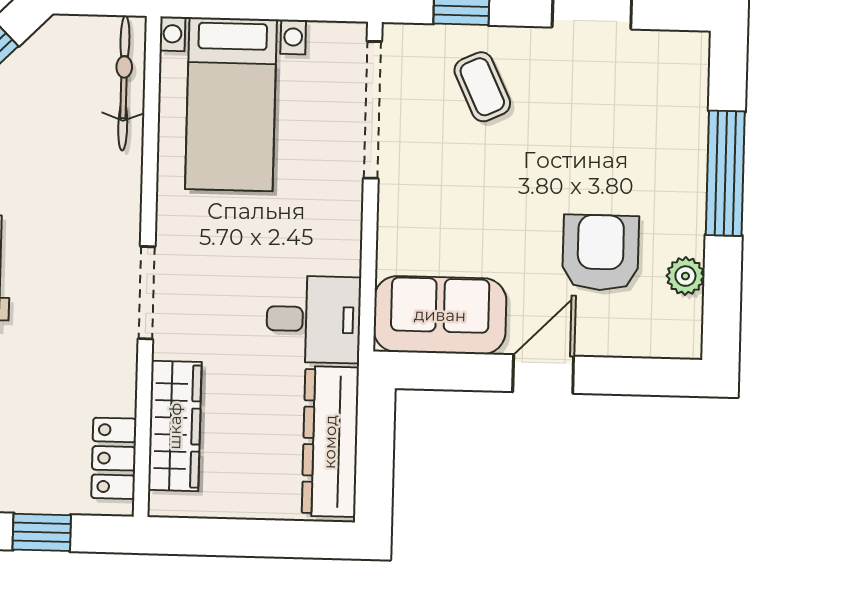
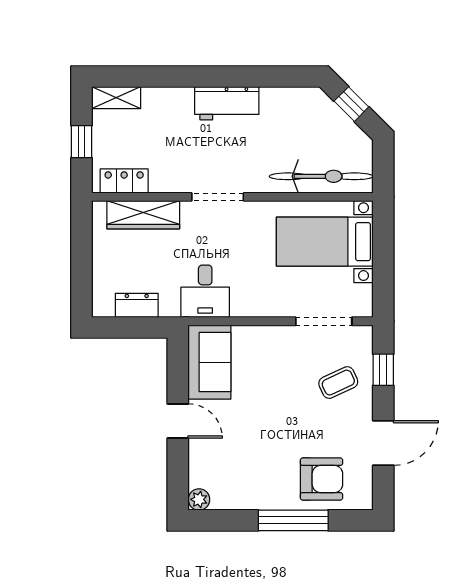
bicycle: (124, 83) -> (321, 176), width x1.37, depth x1.40
doorway: (373, 110) -> (324, 321), width x0.73
armchair: (601, 253) -> (322, 479), moved
plant: (685, 276) -> (199, 499), moved
dresser: (330, 442) -> (137, 305), width x0.51, depth x0.80

